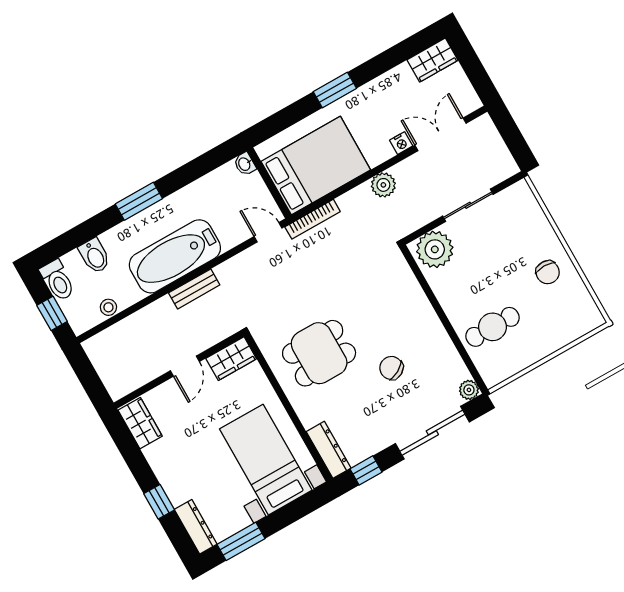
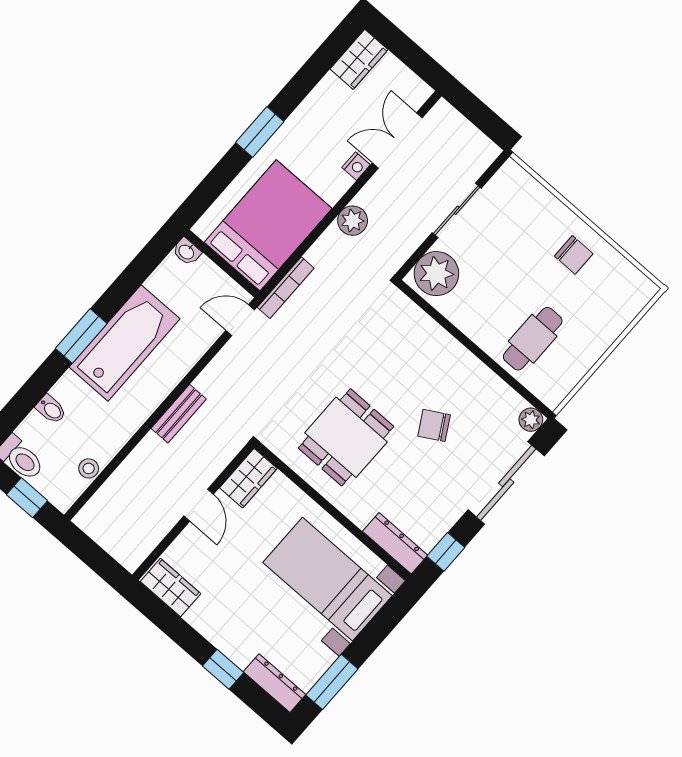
bidet: (95, 256) -> (51, 409), width x0.72, depth x0.74
bathtub: (175, 256) -> (125, 343), moved, turned 180

